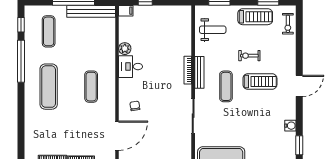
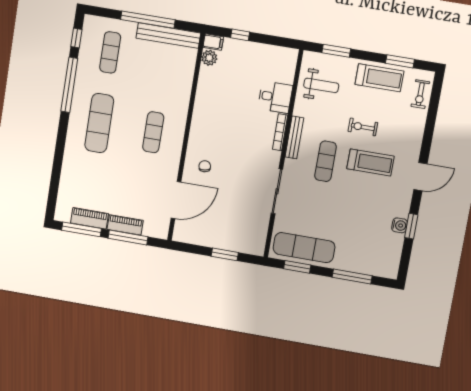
plant: (125, 49) -> (209, 58), moved
desk: (131, 67) -> (275, 97), moved, turned 180
window: (299, 145) -> (411, 226), moved

